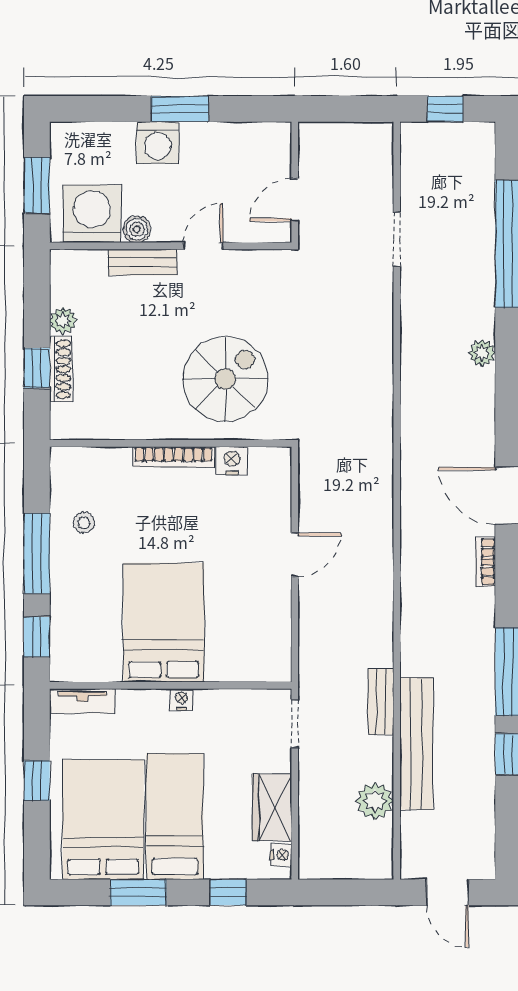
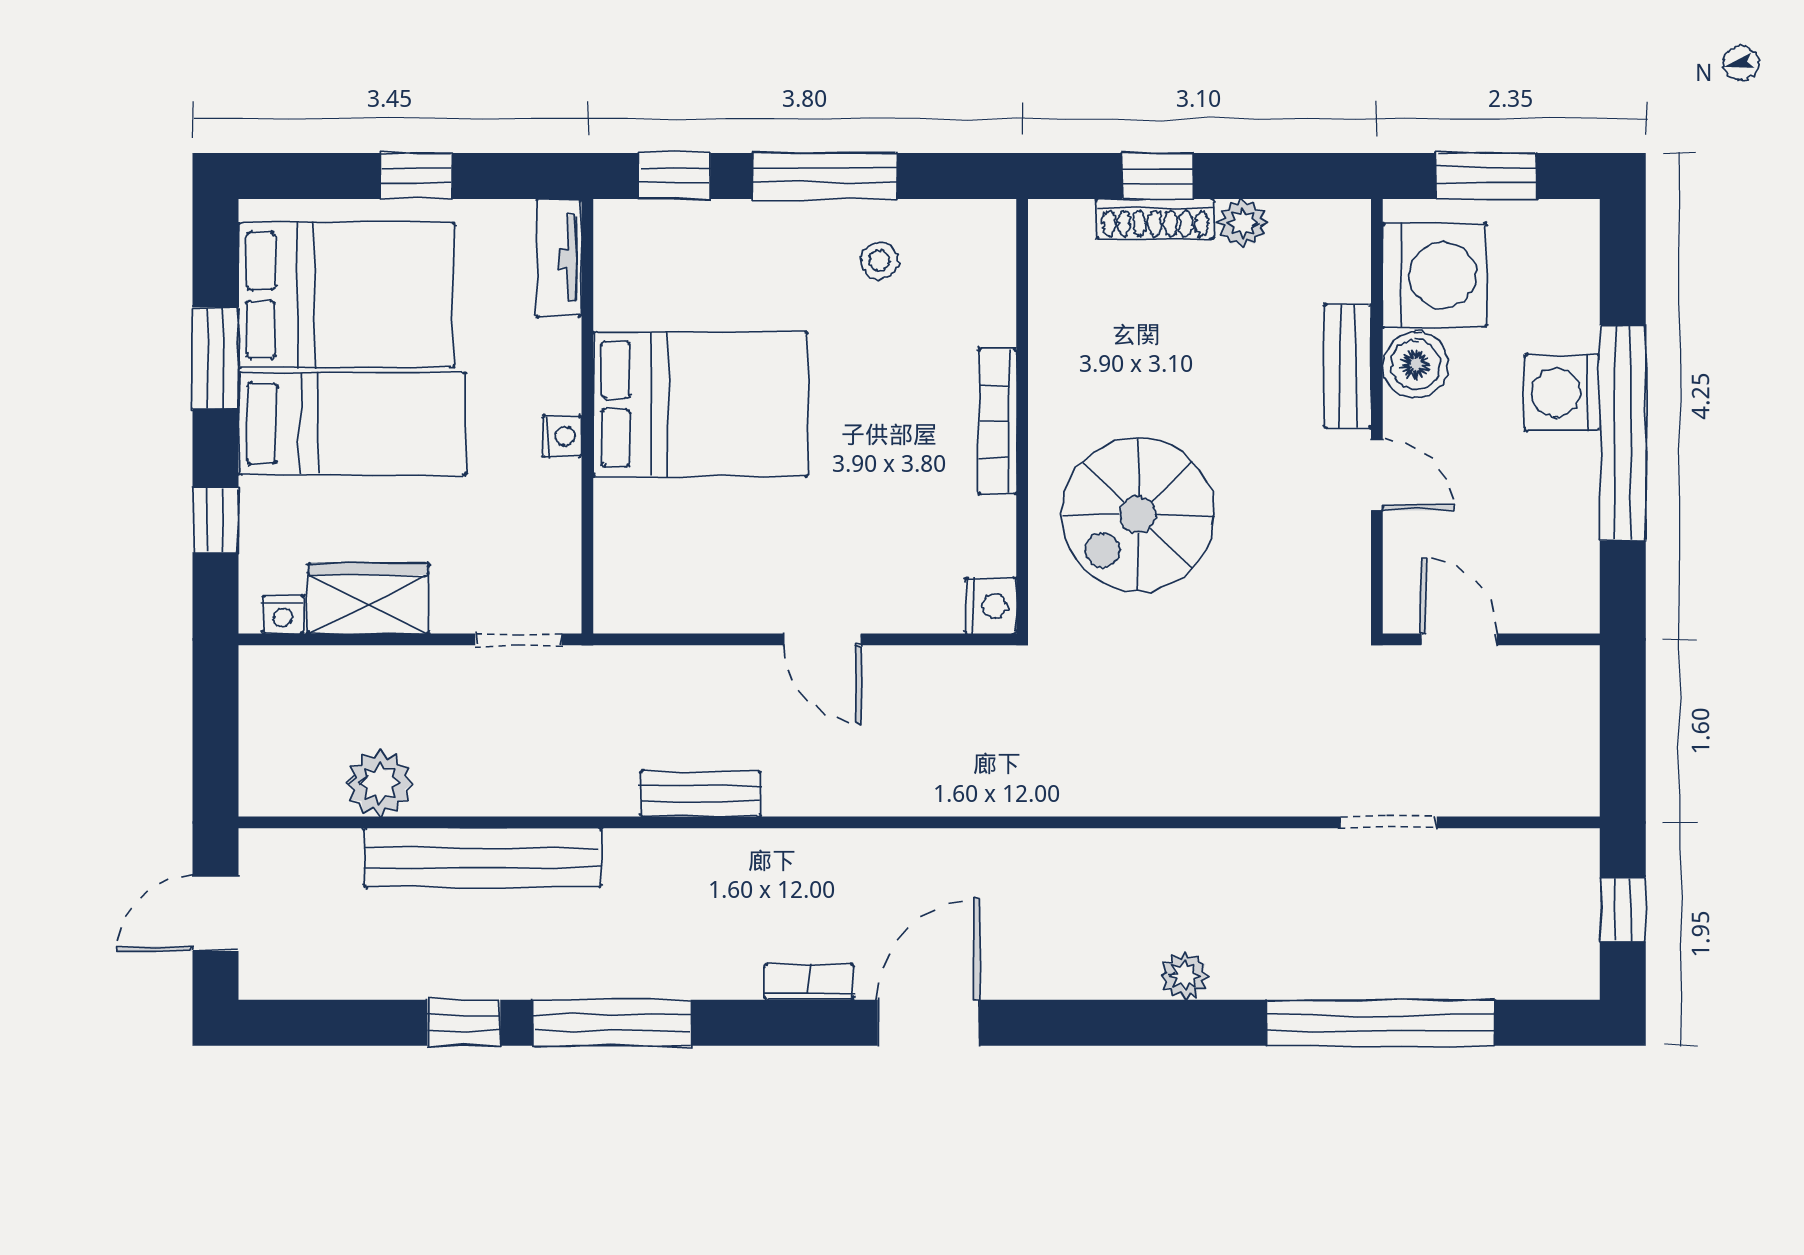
window: (180, 109) -> (1623, 433), width x2.11
boiler: (137, 229) -> (1416, 365), width x1.36, depth x1.36
spiral stairs: (225, 379) -> (1138, 515), turned 90
nightstand: (232, 461) -> (991, 606), moved
bench: (381, 701) -> (701, 794), moved

